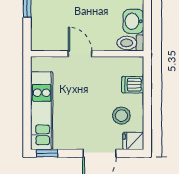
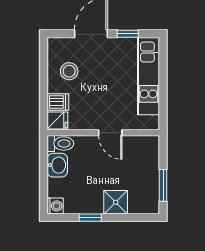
fridge: (133, 141) -> (57, 120), moved
window: (47, 153) -> (128, 34), moved

